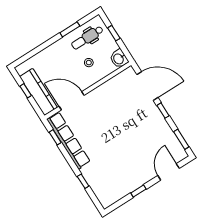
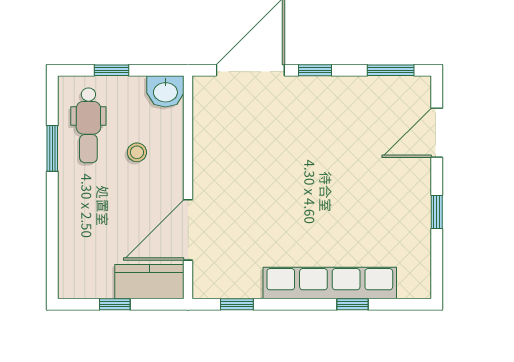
kitchen counter: (38, 92) -> (149, 282), width x0.67
row of seats: (68, 140) -> (330, 283), moved
door: (169, 172) -> (437, 133), hinge flipped

